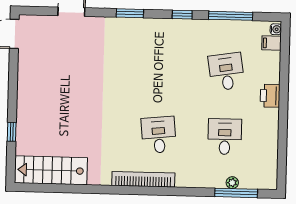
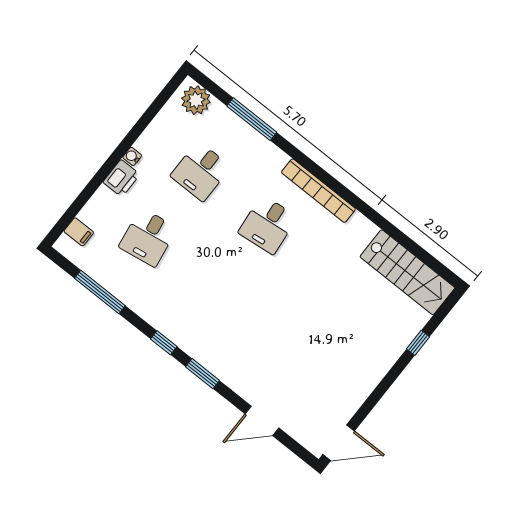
window: (182, 15) -> (164, 343), moved
water cooler: (276, 29) -> (132, 156), moved
plant: (232, 183) -> (196, 100), moved, width x1.87, depth x1.87
window: (236, 193) -> (252, 119), moved

